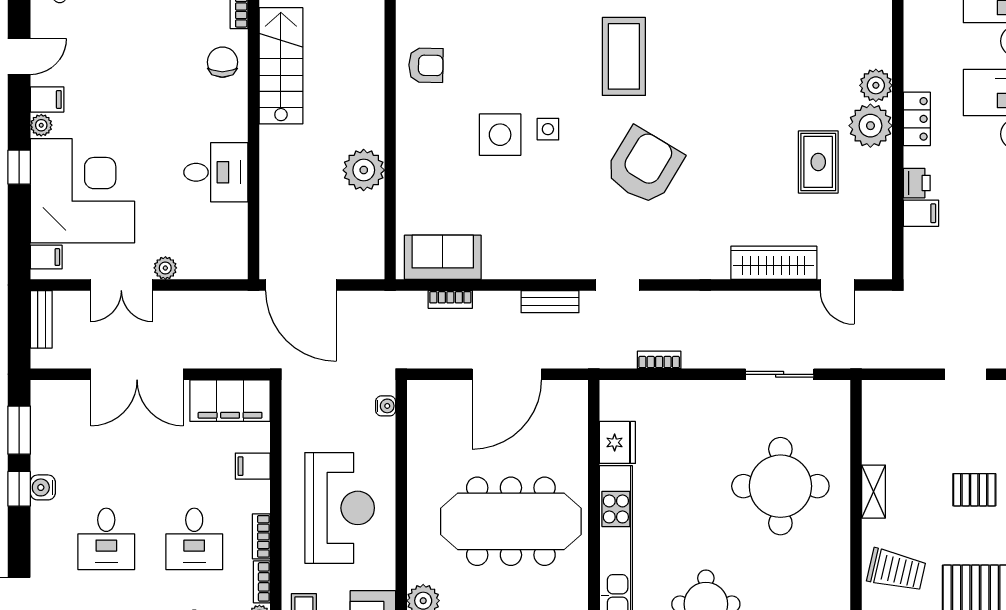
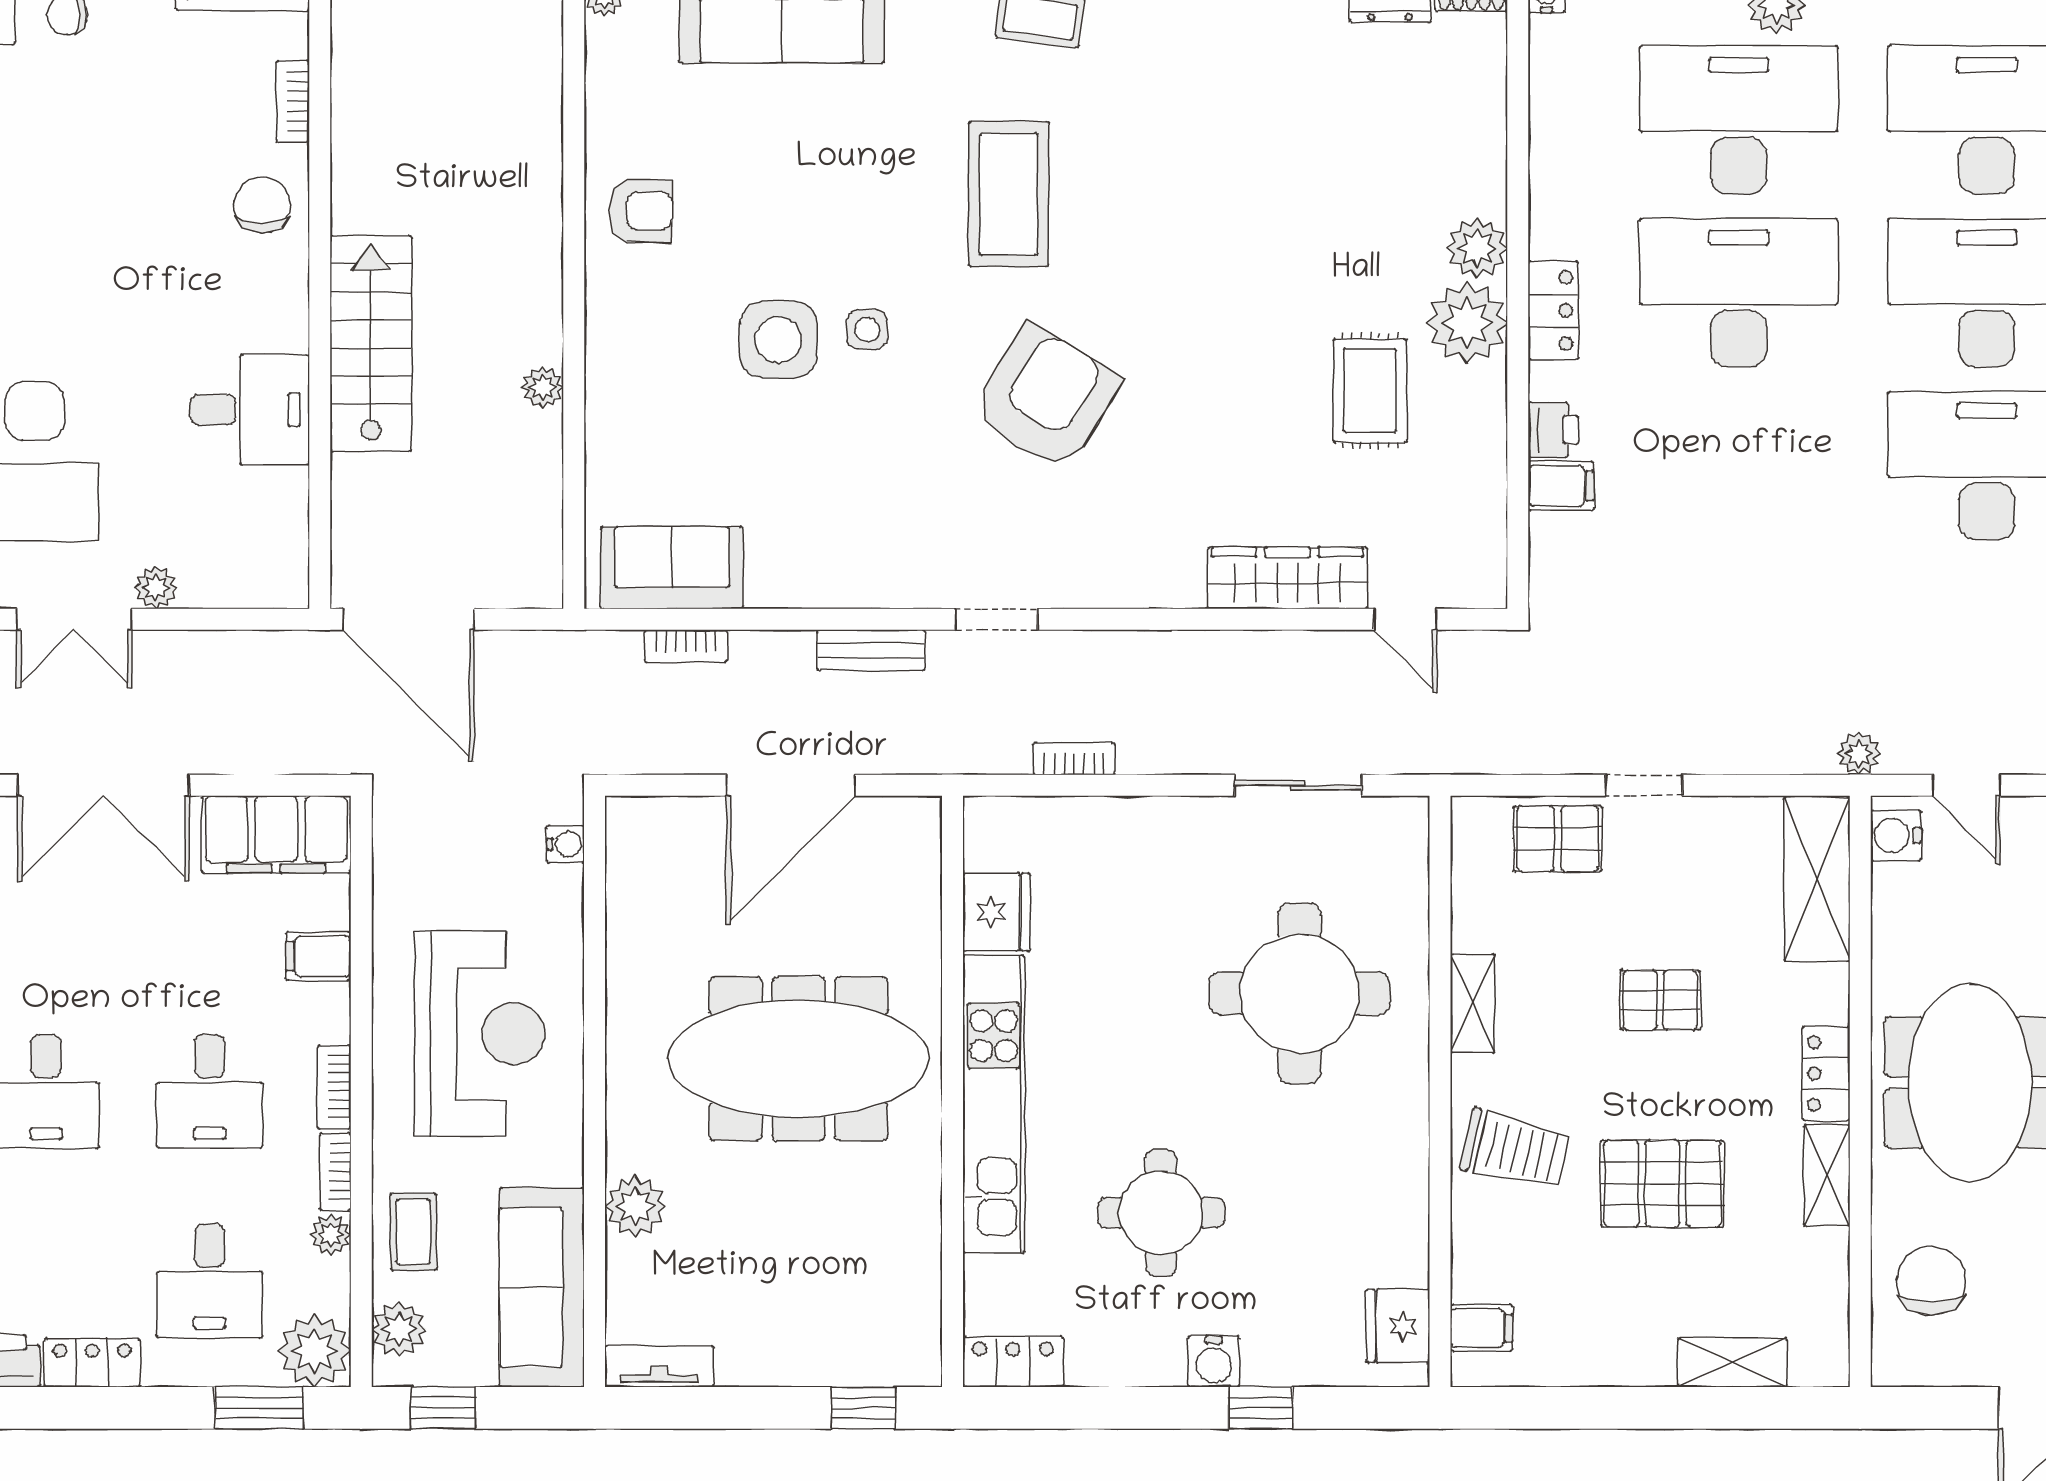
stairs: (281, 66) -> (371, 344), moved
plant: (364, 170) -> (543, 387), width x0.53, depth x0.53
pallet: (919, 403) -> (1558, 839), added

